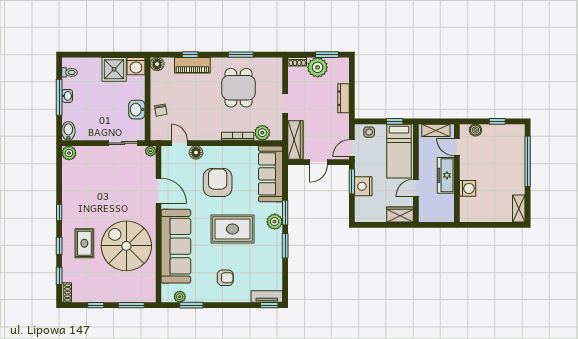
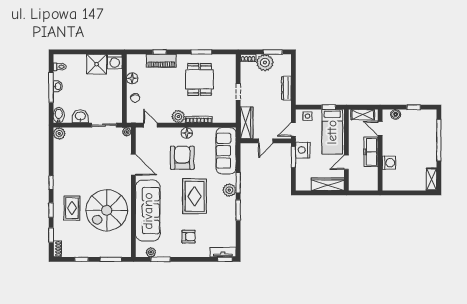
floor lamp: (157, 64) -> (132, 78), moved
washbasin: (137, 110) -> (80, 116), moved, turned 90
plant: (262, 133) -> (178, 117), moved
floor lamp: (196, 152) -> (187, 133), moved
nightstand: (363, 186) -> (303, 150), moved
wardrobe: (400, 214) -> (328, 184), width x1.50
rug: (233, 229) -> (195, 196), turned 90
spiral stairs: (126, 246) -> (107, 210), turned -90

